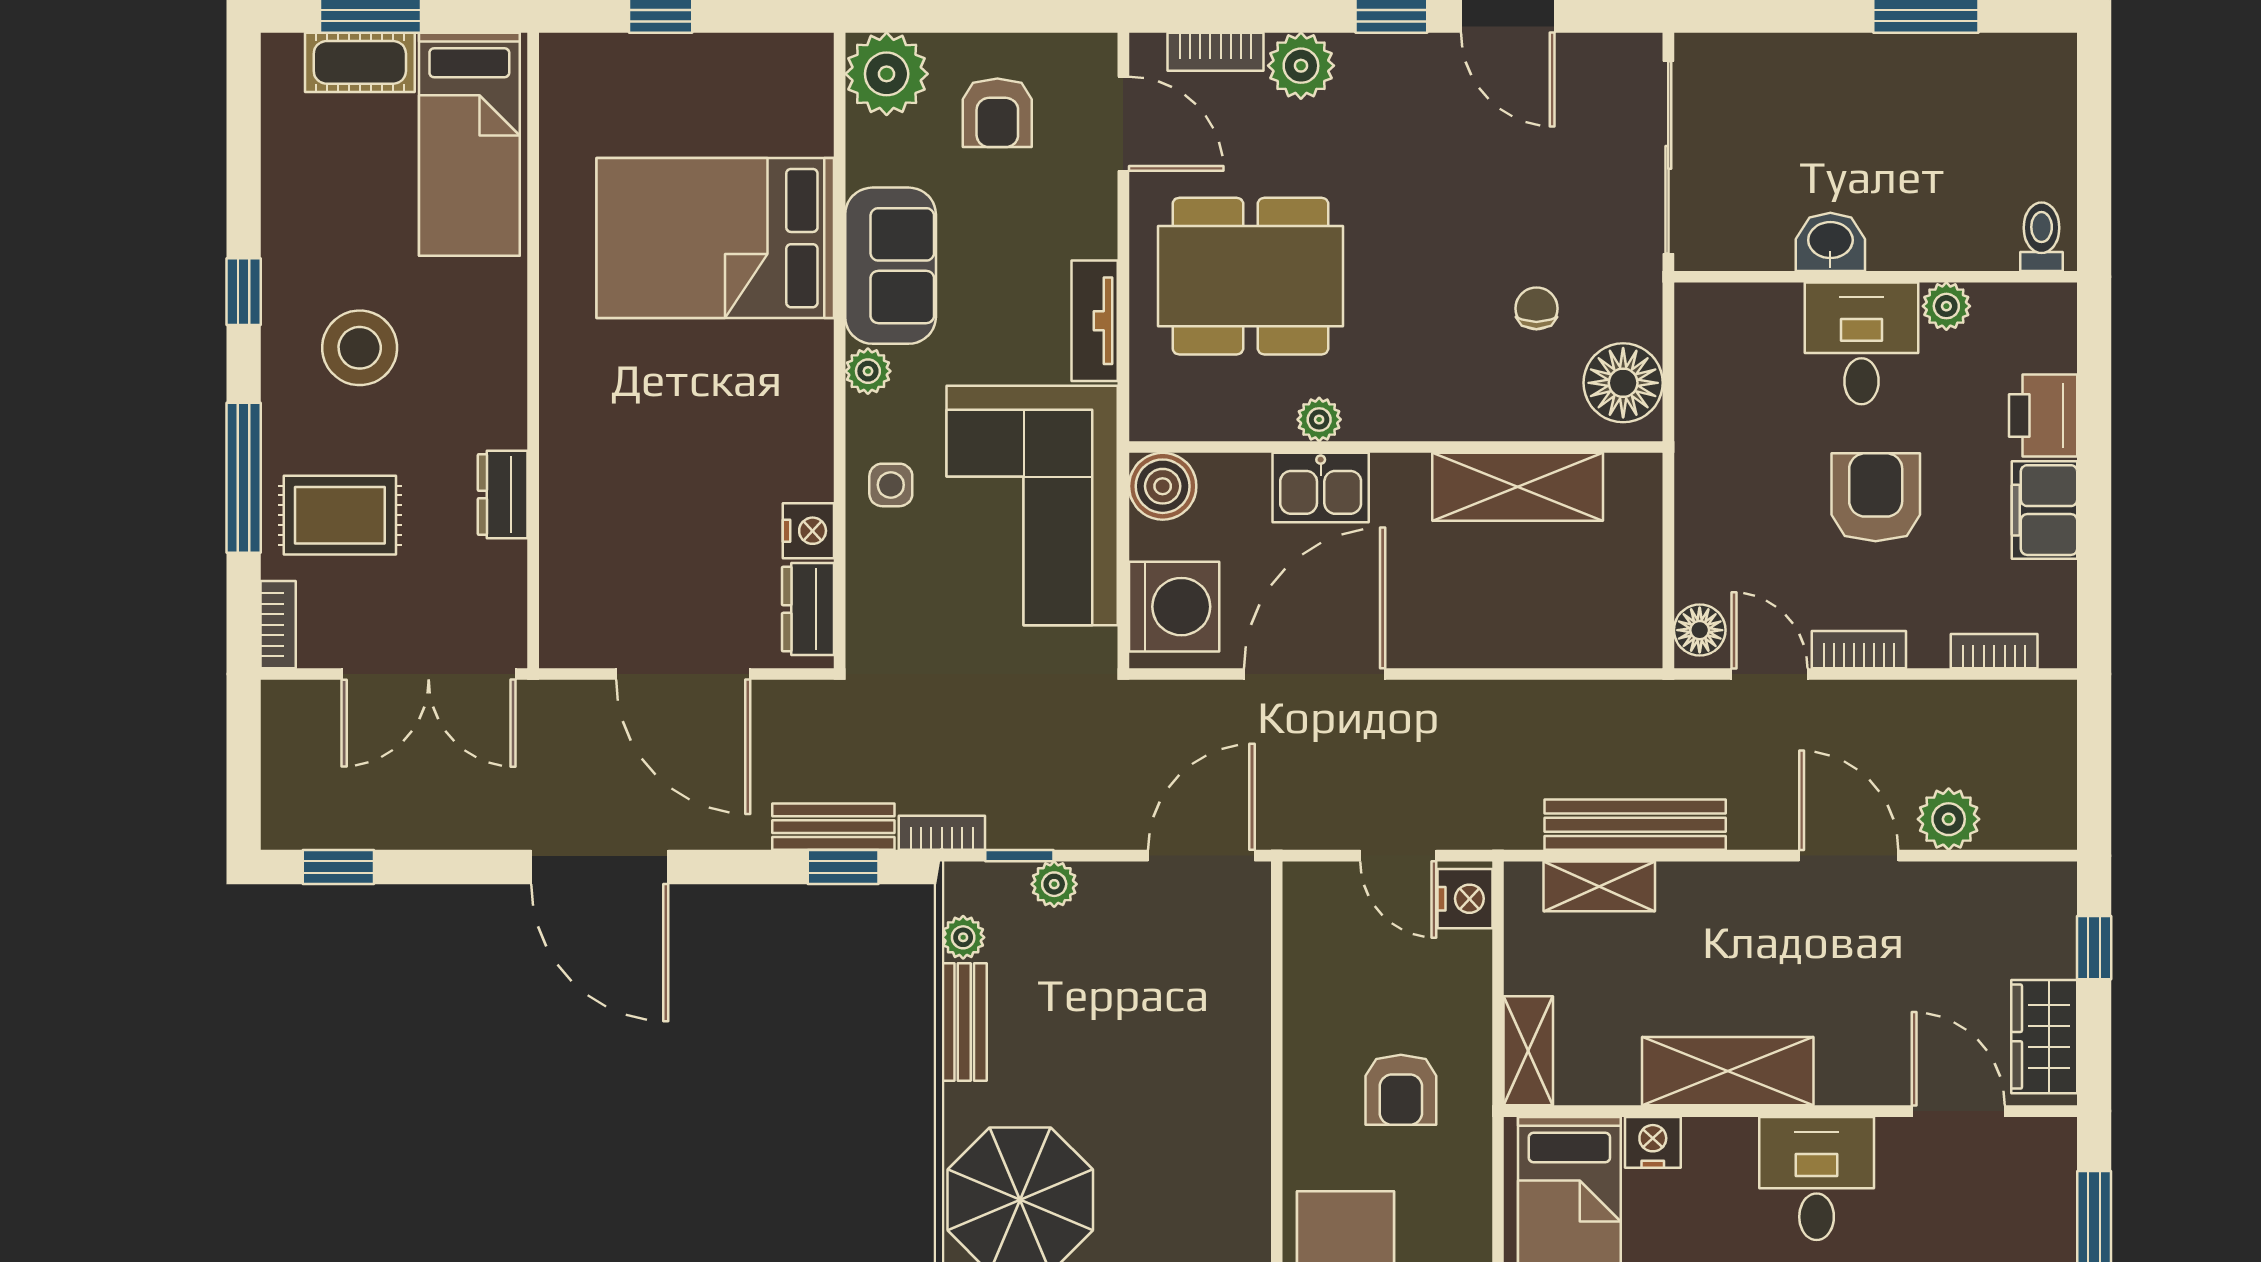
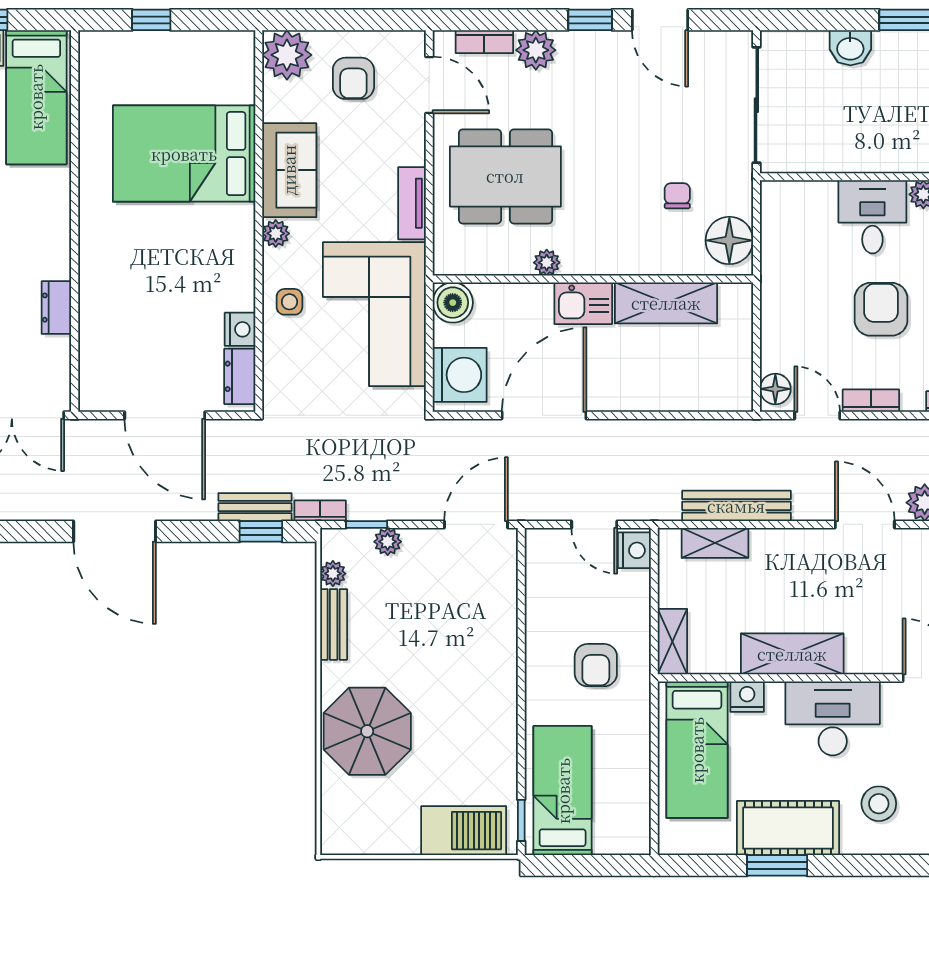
washbasin: (1830, 242) -> (850, 48), moved, turned 180
kitchen sink: (1321, 487) -> (583, 303), moved
desk: (1817, 1179) -> (833, 718), width x1.37

